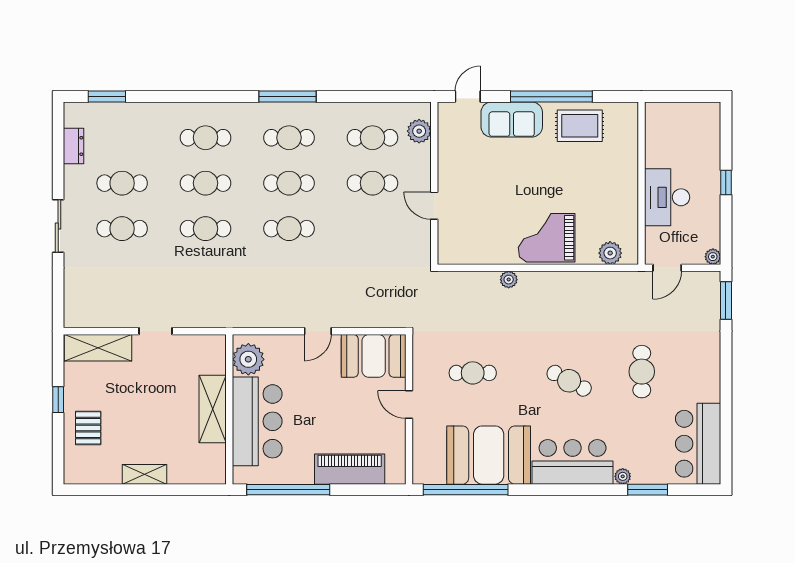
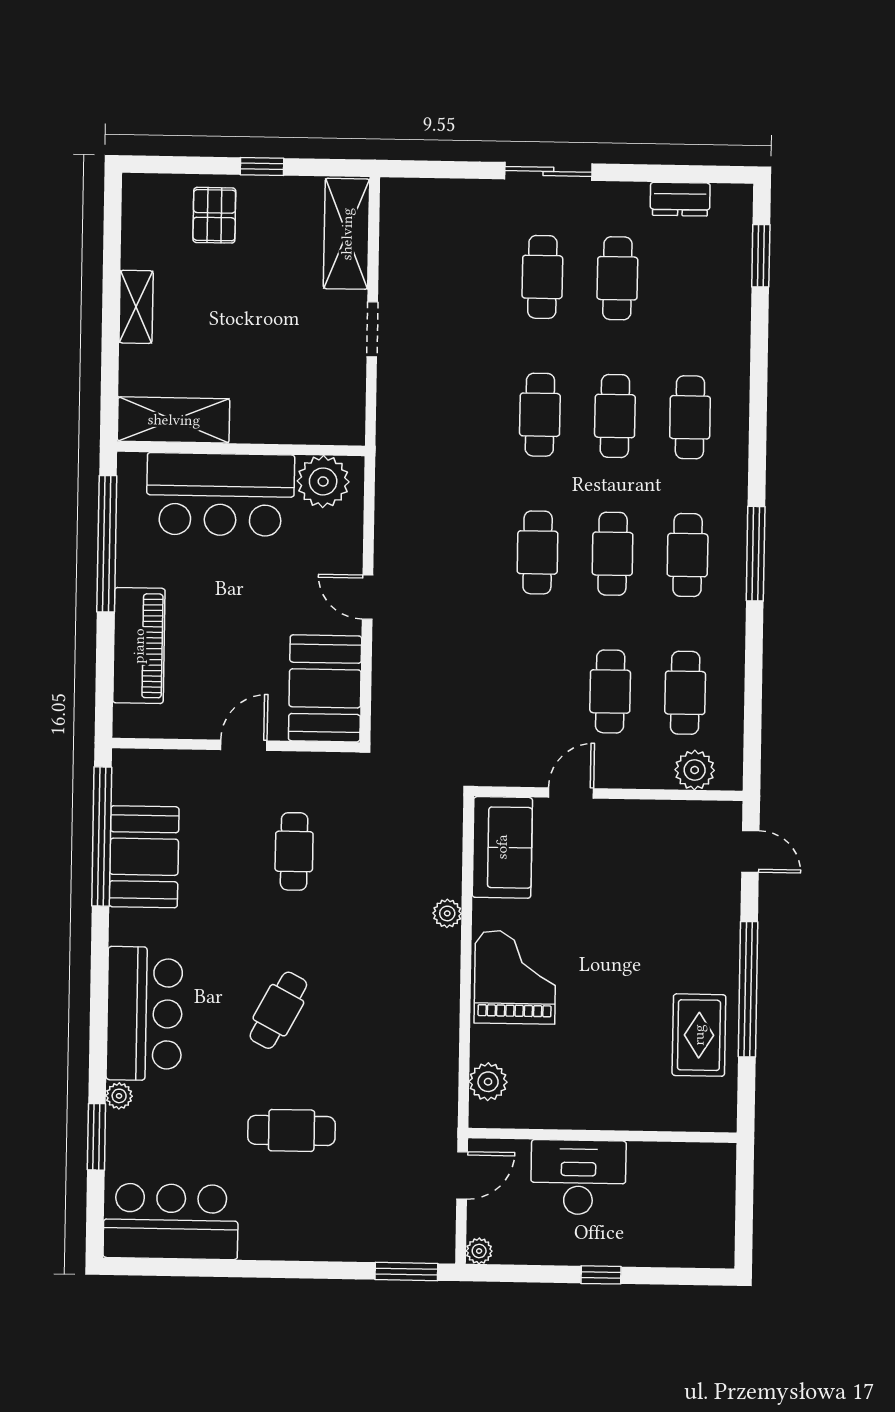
sofa: (512, 119) -> (502, 847), moved, turned 180
door: (667, 268) -> (462, 1175), swing flipped
shelving: (213, 409) -> (174, 420), moved
pallet: (88, 428) -> (214, 215), turned 90
booth: (489, 455) -> (144, 857), width x0.73, depth x0.70

